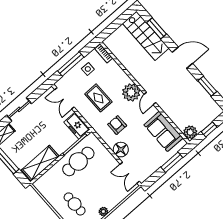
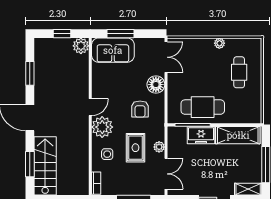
side table: (88, 69) -> (107, 154), moved
plant: (84, 112) -> (159, 147), added
freezer: (77, 126) -> (201, 135), moved, turned 90
sofa: (163, 131) -> (113, 50), moved, turned 90

